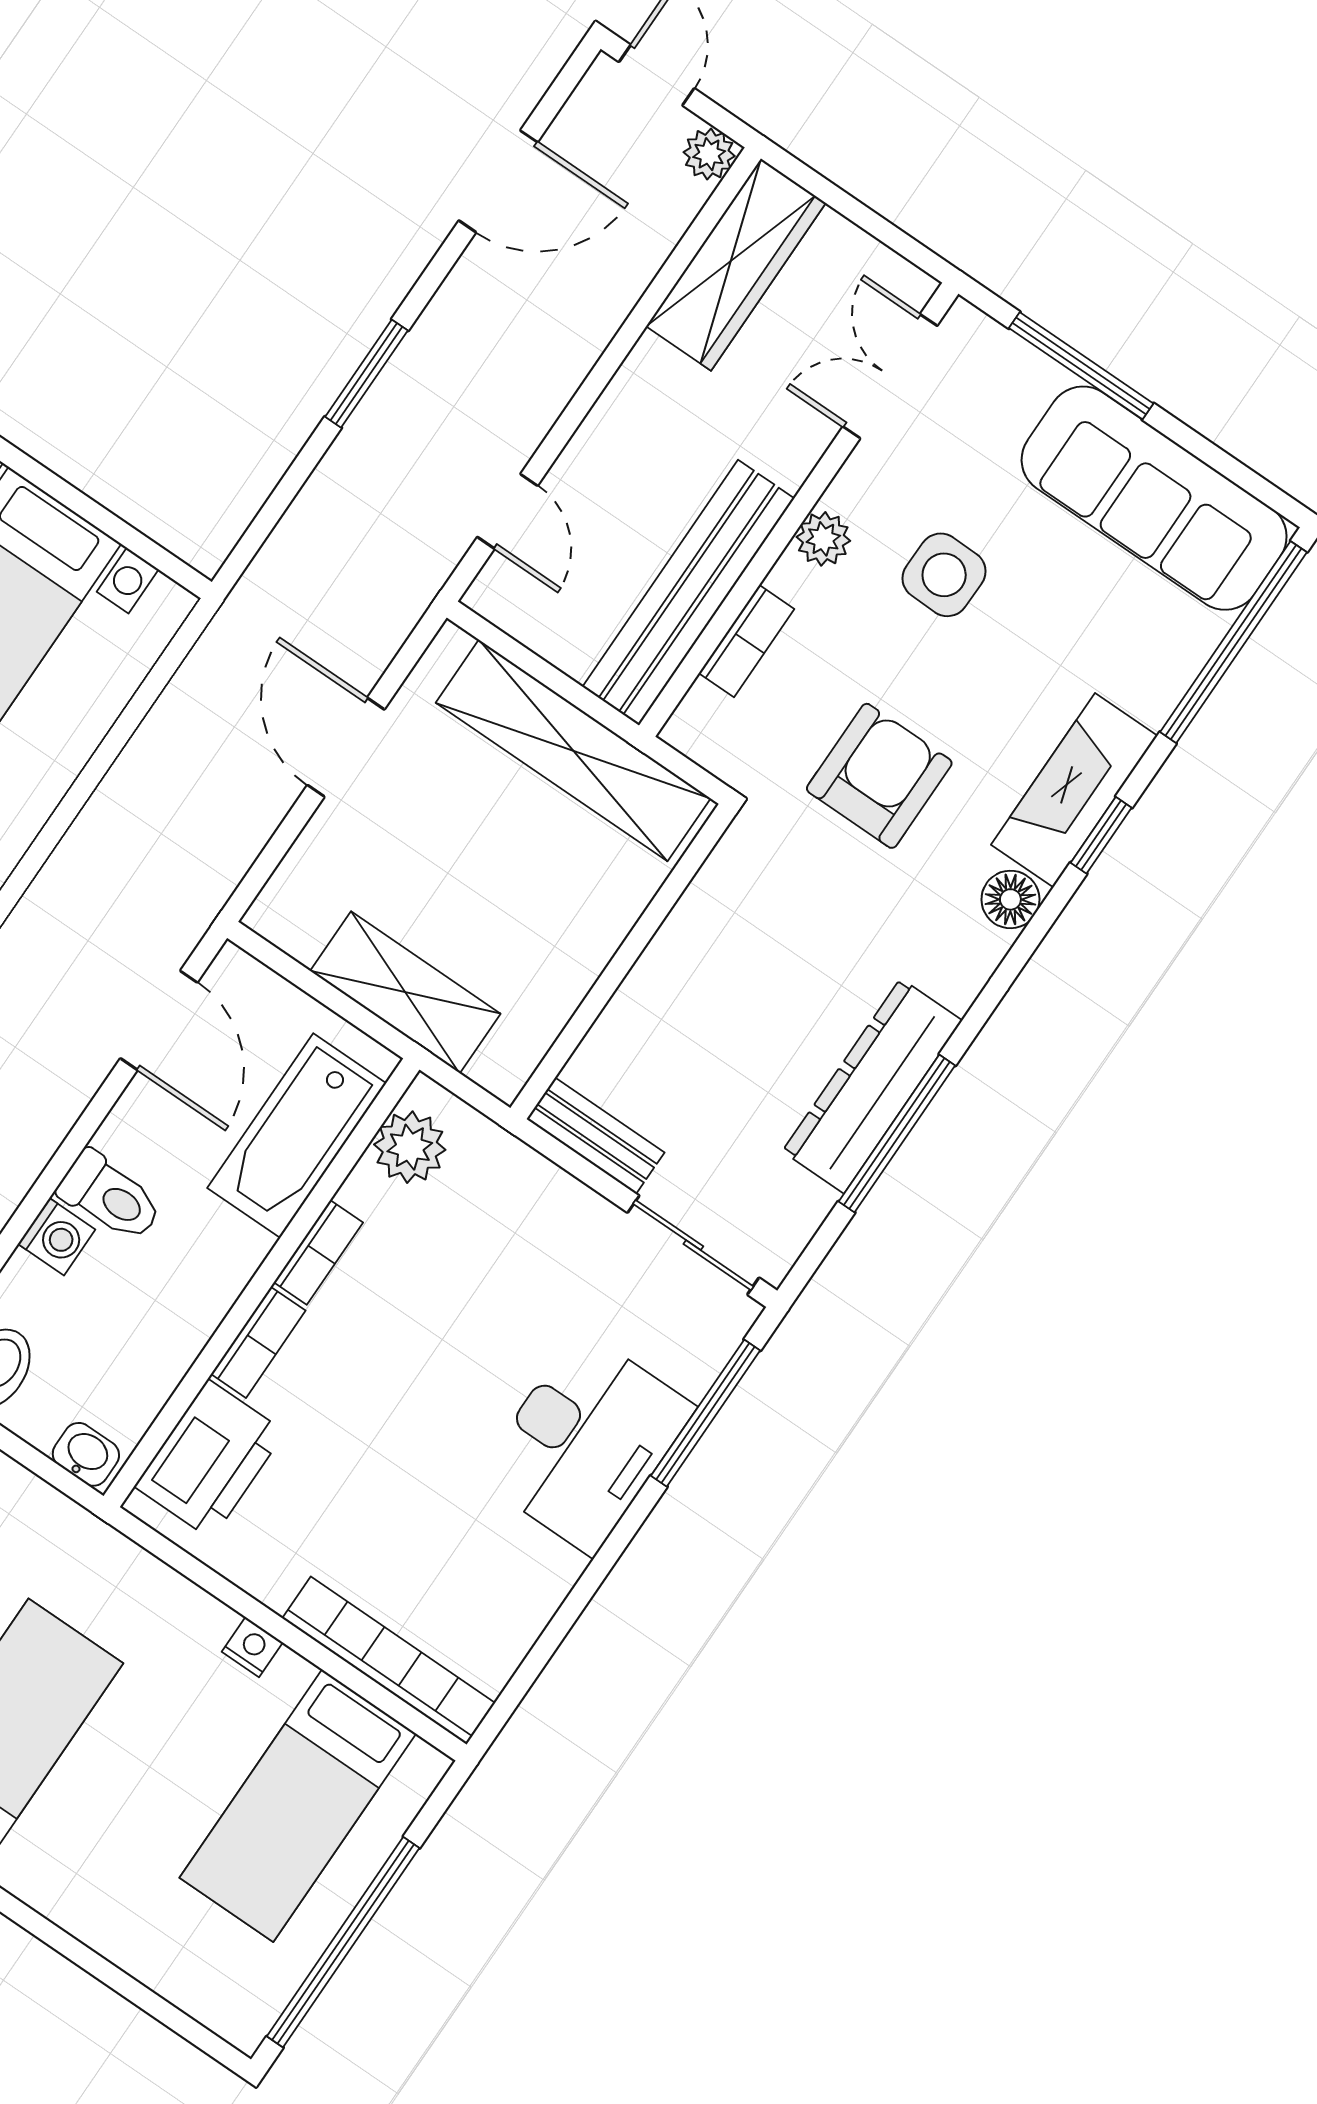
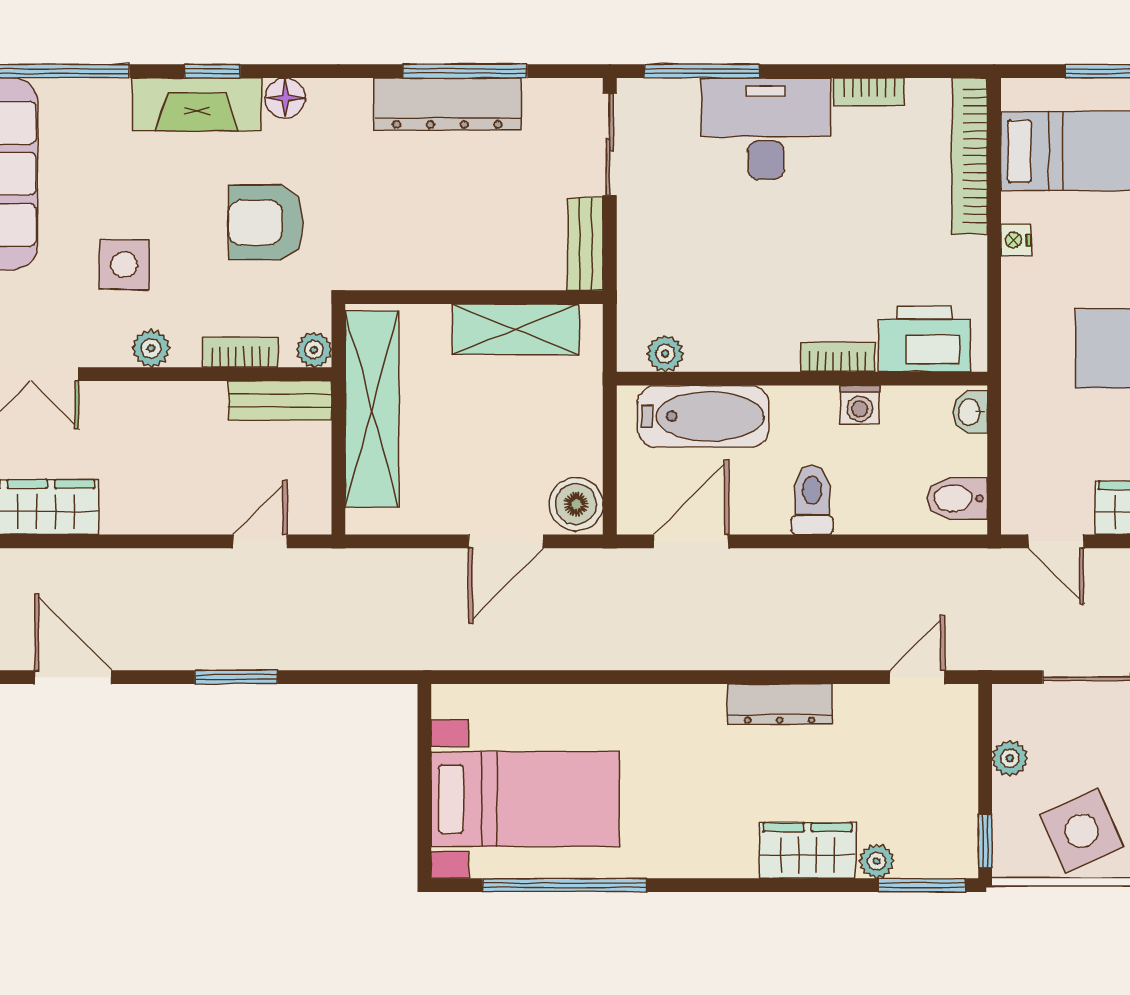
bench: (689, 593) -> (280, 401), width x0.54, depth x0.82
plant: (690, 730) -> (314, 350), added
door: (346, 747) -> (506, 541), moved
boiler: (296, 915) -> (576, 504), added
shelving: (405, 992) -> (516, 329), moved, turned 90
plant: (410, 1147) -> (665, 353), width x0.73, depth x0.73
washing machine: (57, 1237) -> (860, 405), moved, turned 180
bookcase: (318, 1252) -> (869, 92), moved, turned 180

